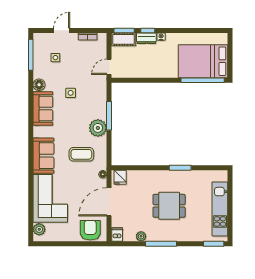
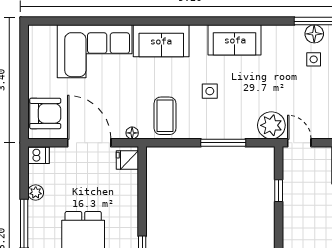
window: (140, 80) -> (279, 191), added
floor lamp: (39, 85) -> (314, 34), moved
side table: (71, 93) -> (210, 91), moved
plant: (98, 128) -> (271, 125), moved
coffee table: (81, 154) -> (165, 116), moved
plant: (39, 229) -> (47, 34), removed

